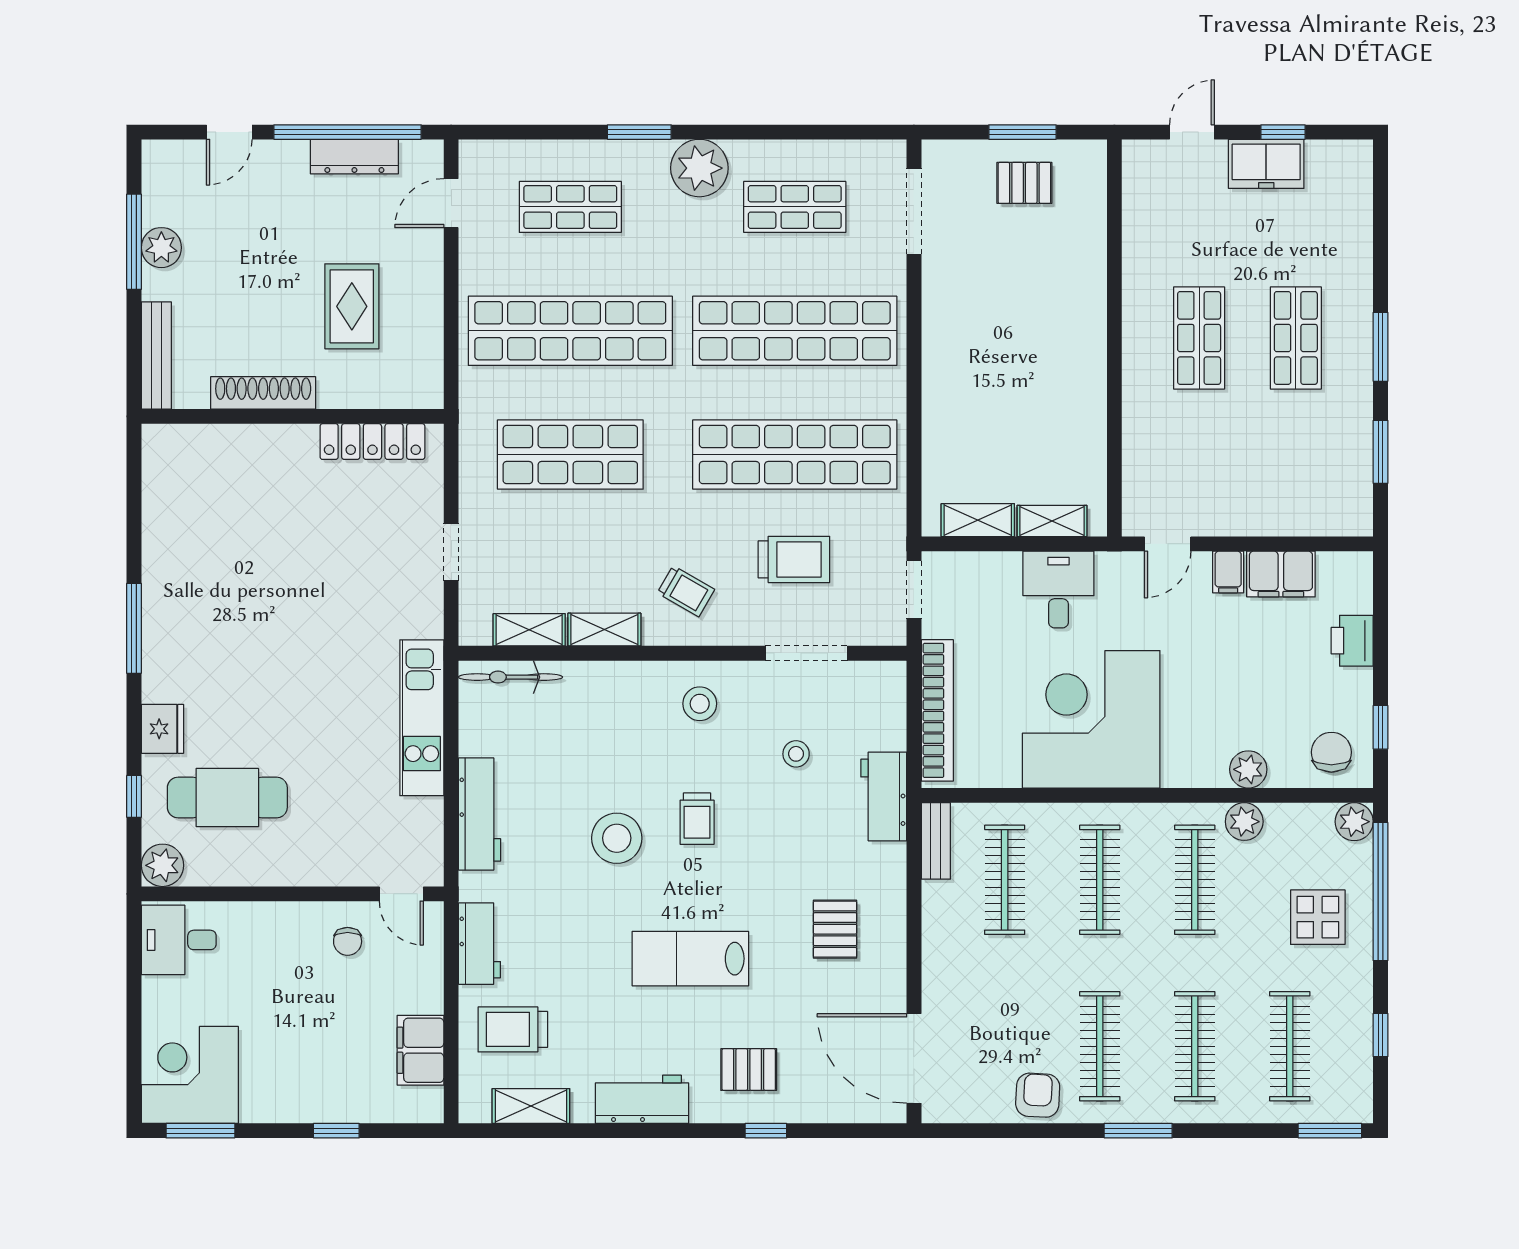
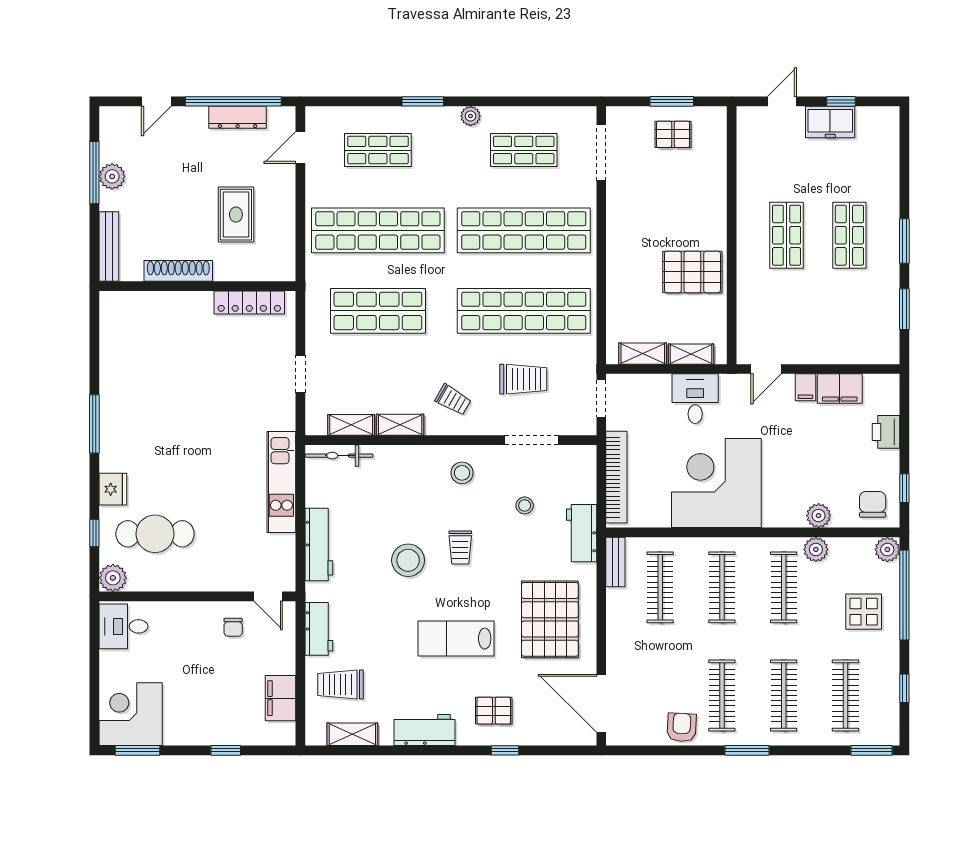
plant: (699, 168) -> (471, 116), width x0.53, depth x0.53
pallet: (1054, 395) -> (692, 272), added
pallet: (835, 929) -> (550, 619), width x2.05, depth x2.00

